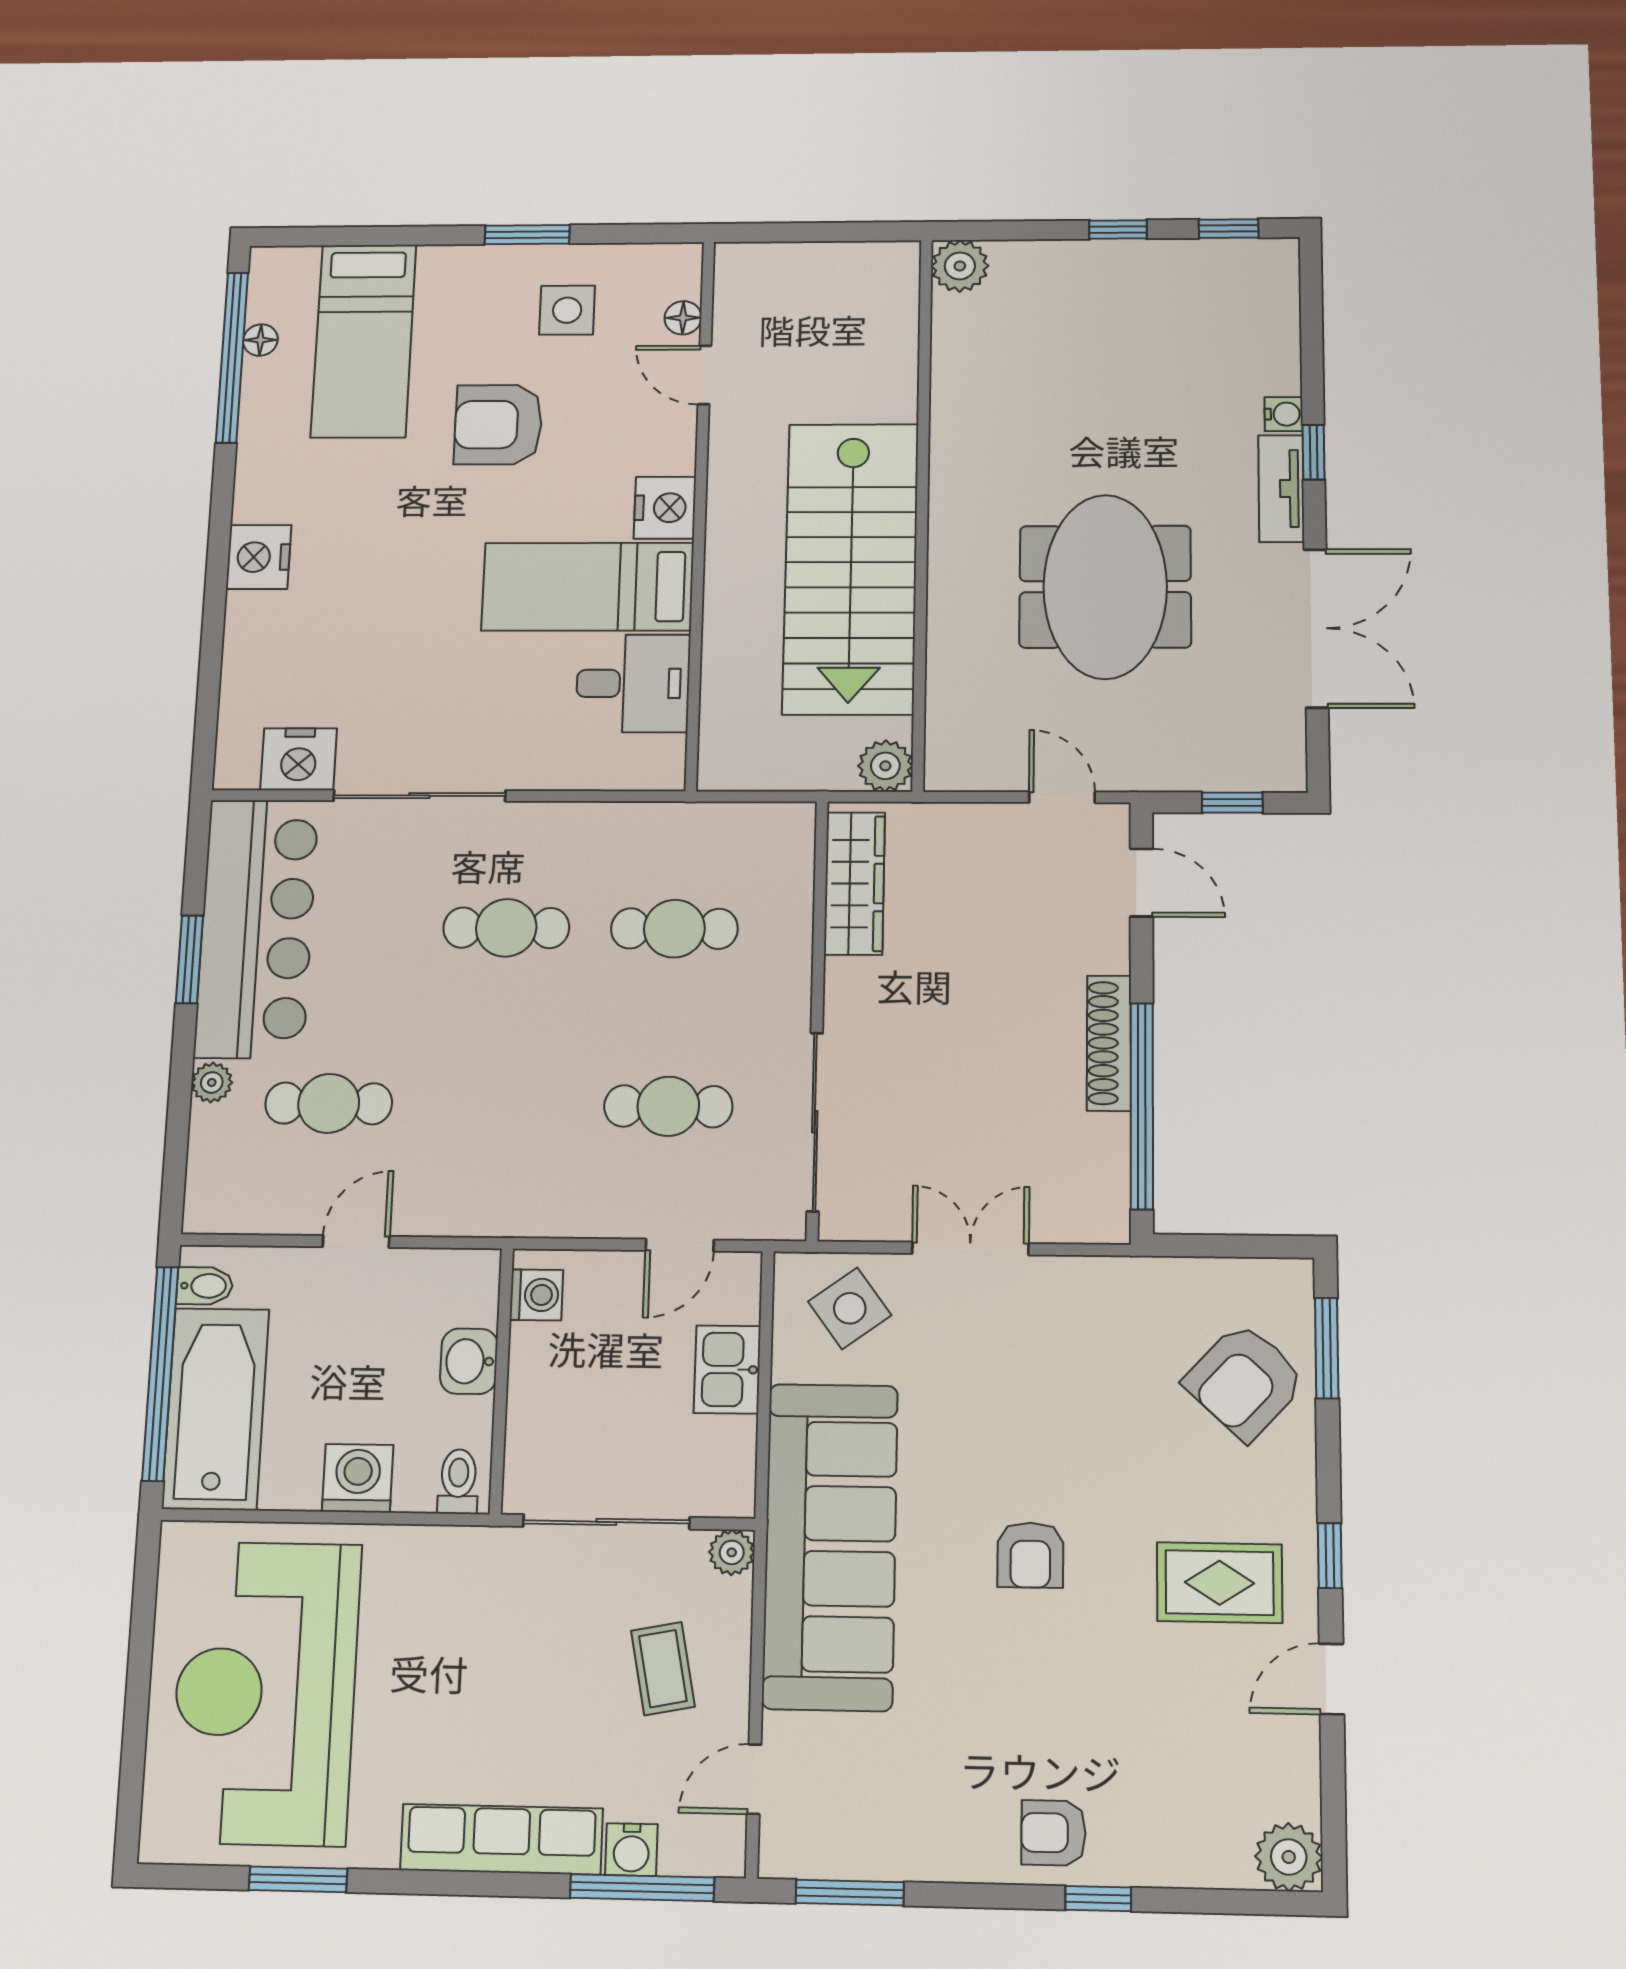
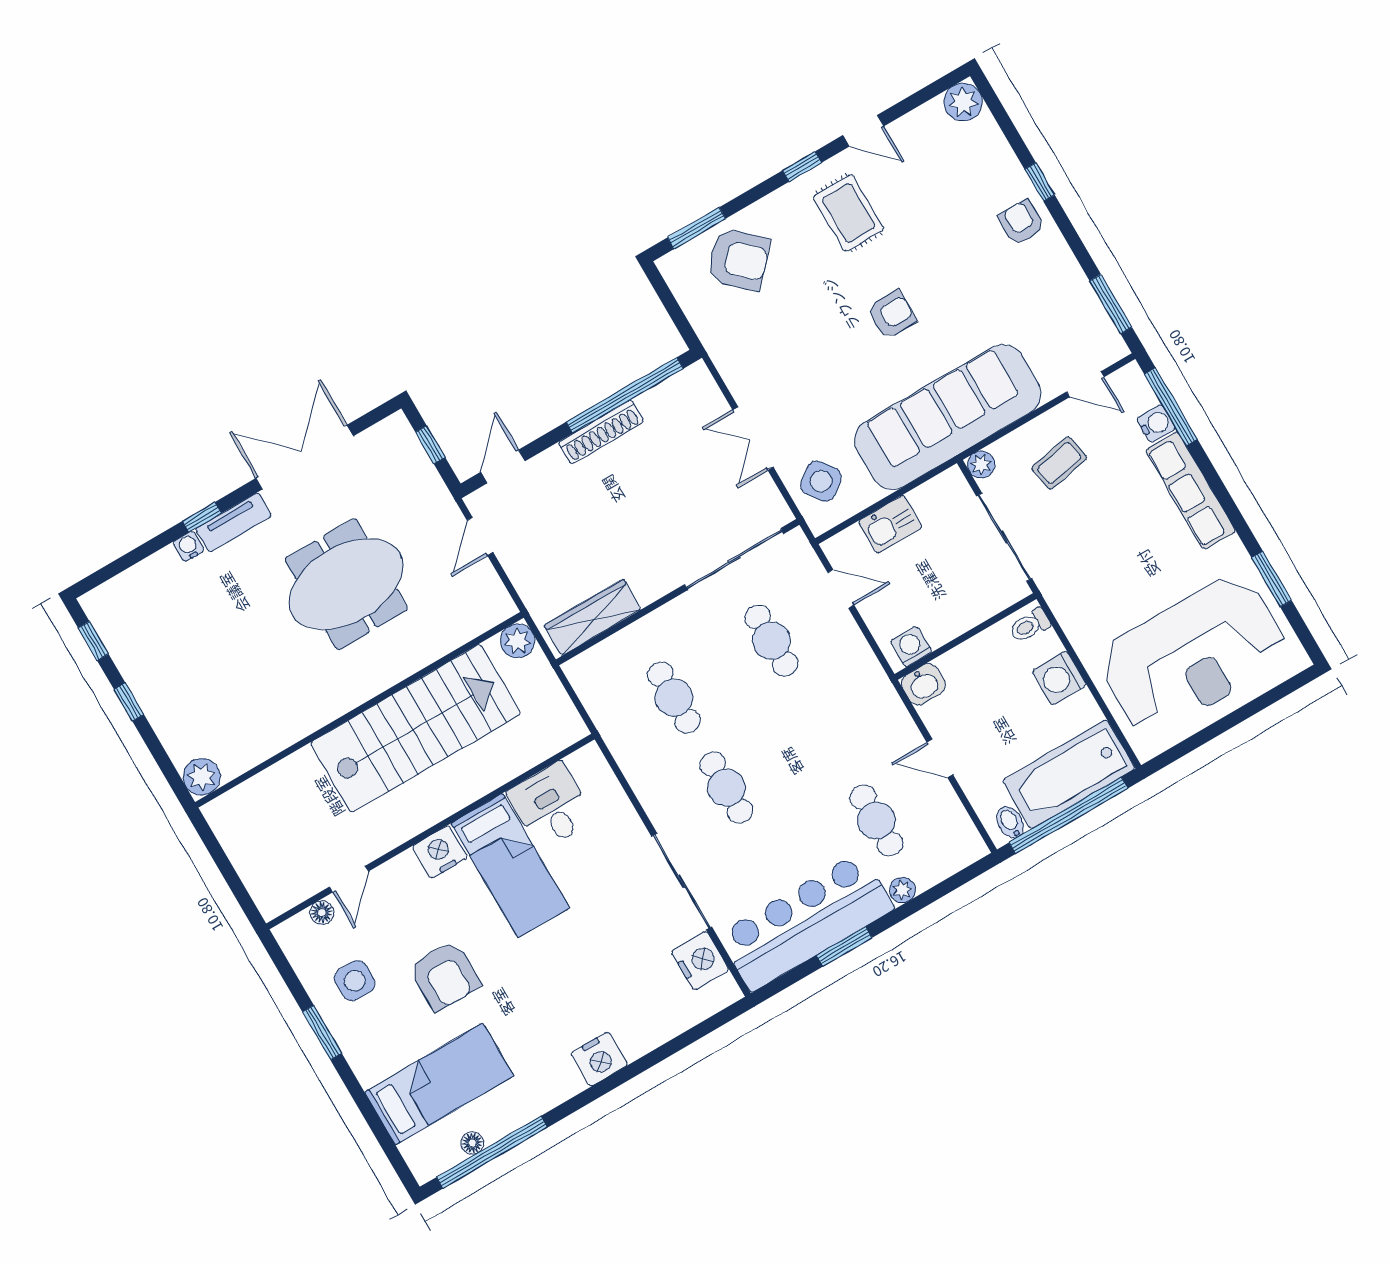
washbasin: (469, 1361) -> (923, 684), moved
armchair: (1054, 1833) -> (1021, 222), turned 180

